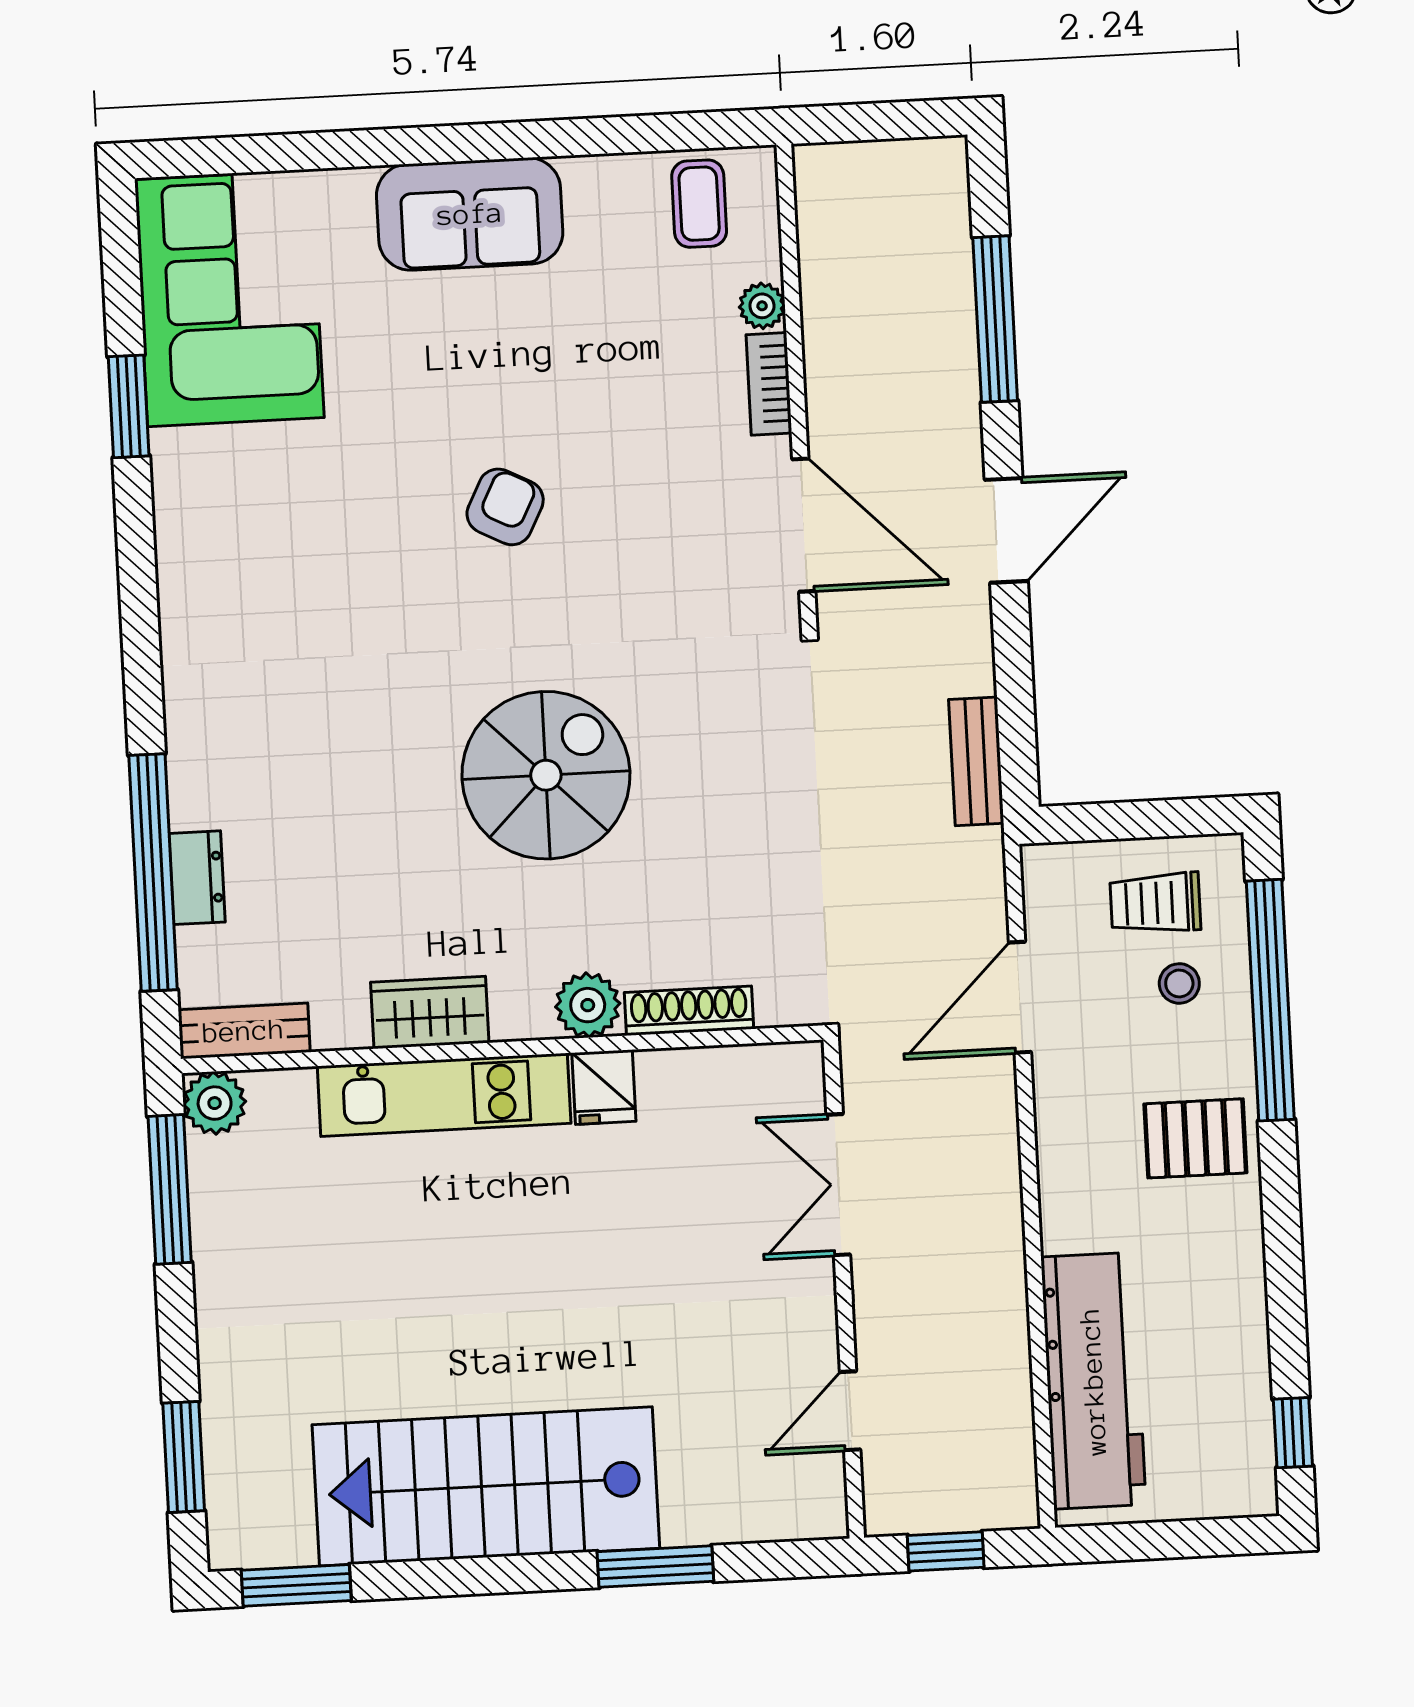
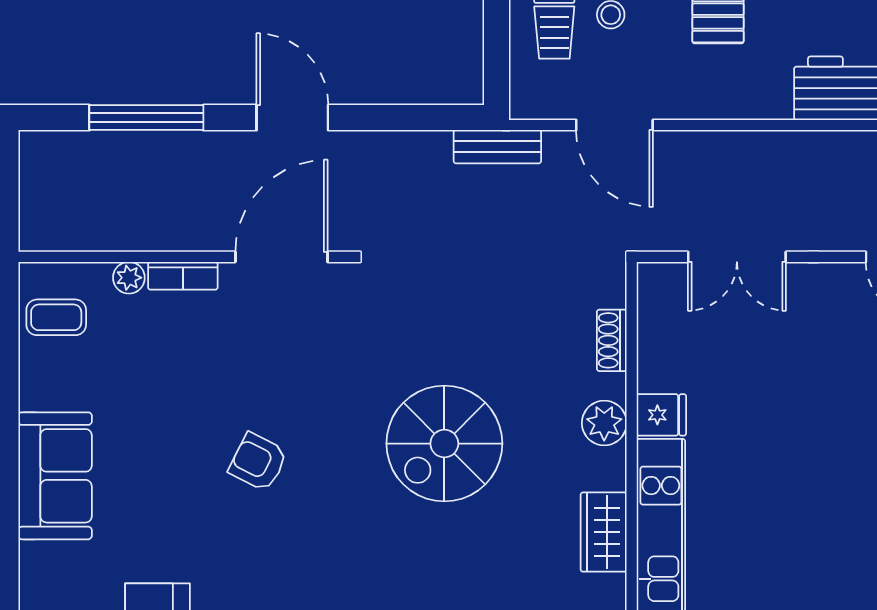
bench: (976, 761) -> (497, 147), moved
spiral stairs: (546, 775) -> (444, 444), turned -90
shoe rack: (689, 1011) -> (612, 340), width x0.70

